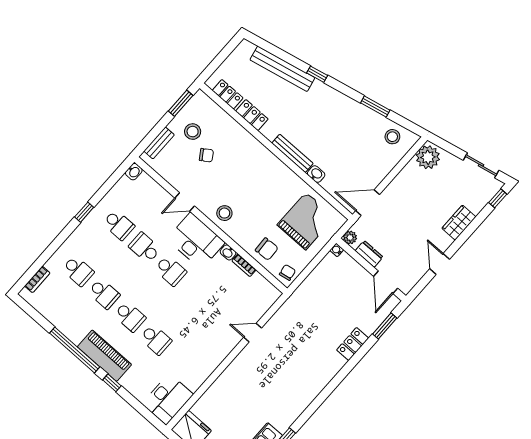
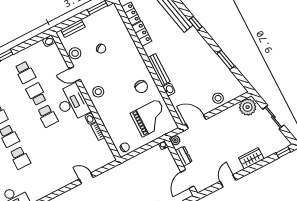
stool: (193, 132) -> (75, 53), moved
stool: (392, 137) -> (218, 98), moved
sliding door: (481, 165) -> (273, 117), moved
chair: (267, 249) -> (141, 87), moved

